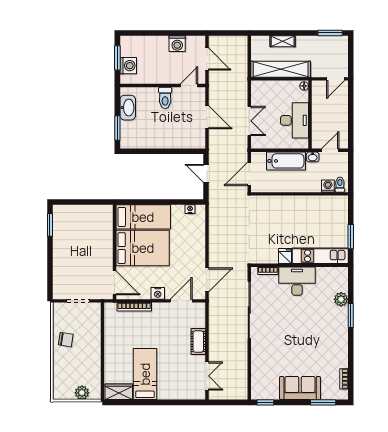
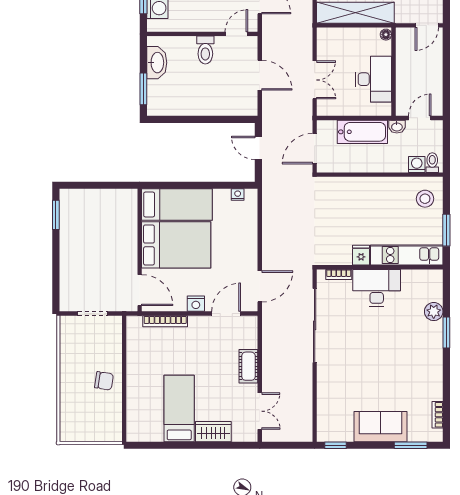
stool: (334, 212) -> (425, 199), added
chair: (66, 340) -> (104, 381), moved
wardrobe: (119, 392) -> (213, 432), moved
plant: (82, 393) -> (97, 433), removed

